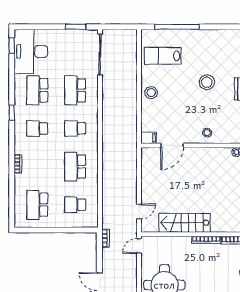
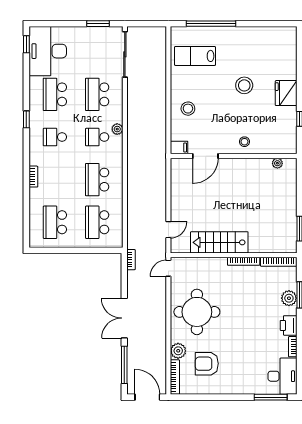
stool: (151, 93) -> (188, 109), moved
plant: (93, 121) -> (117, 129), added
school desk: (75, 205) -> (97, 222), width x1.85

